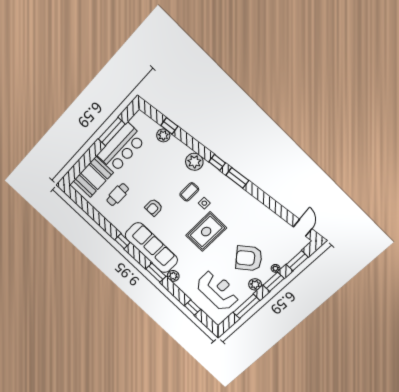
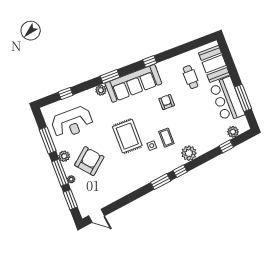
plant: (163, 135) -> (233, 132), moved
window: (274, 282) -> (60, 173), width x1.44

